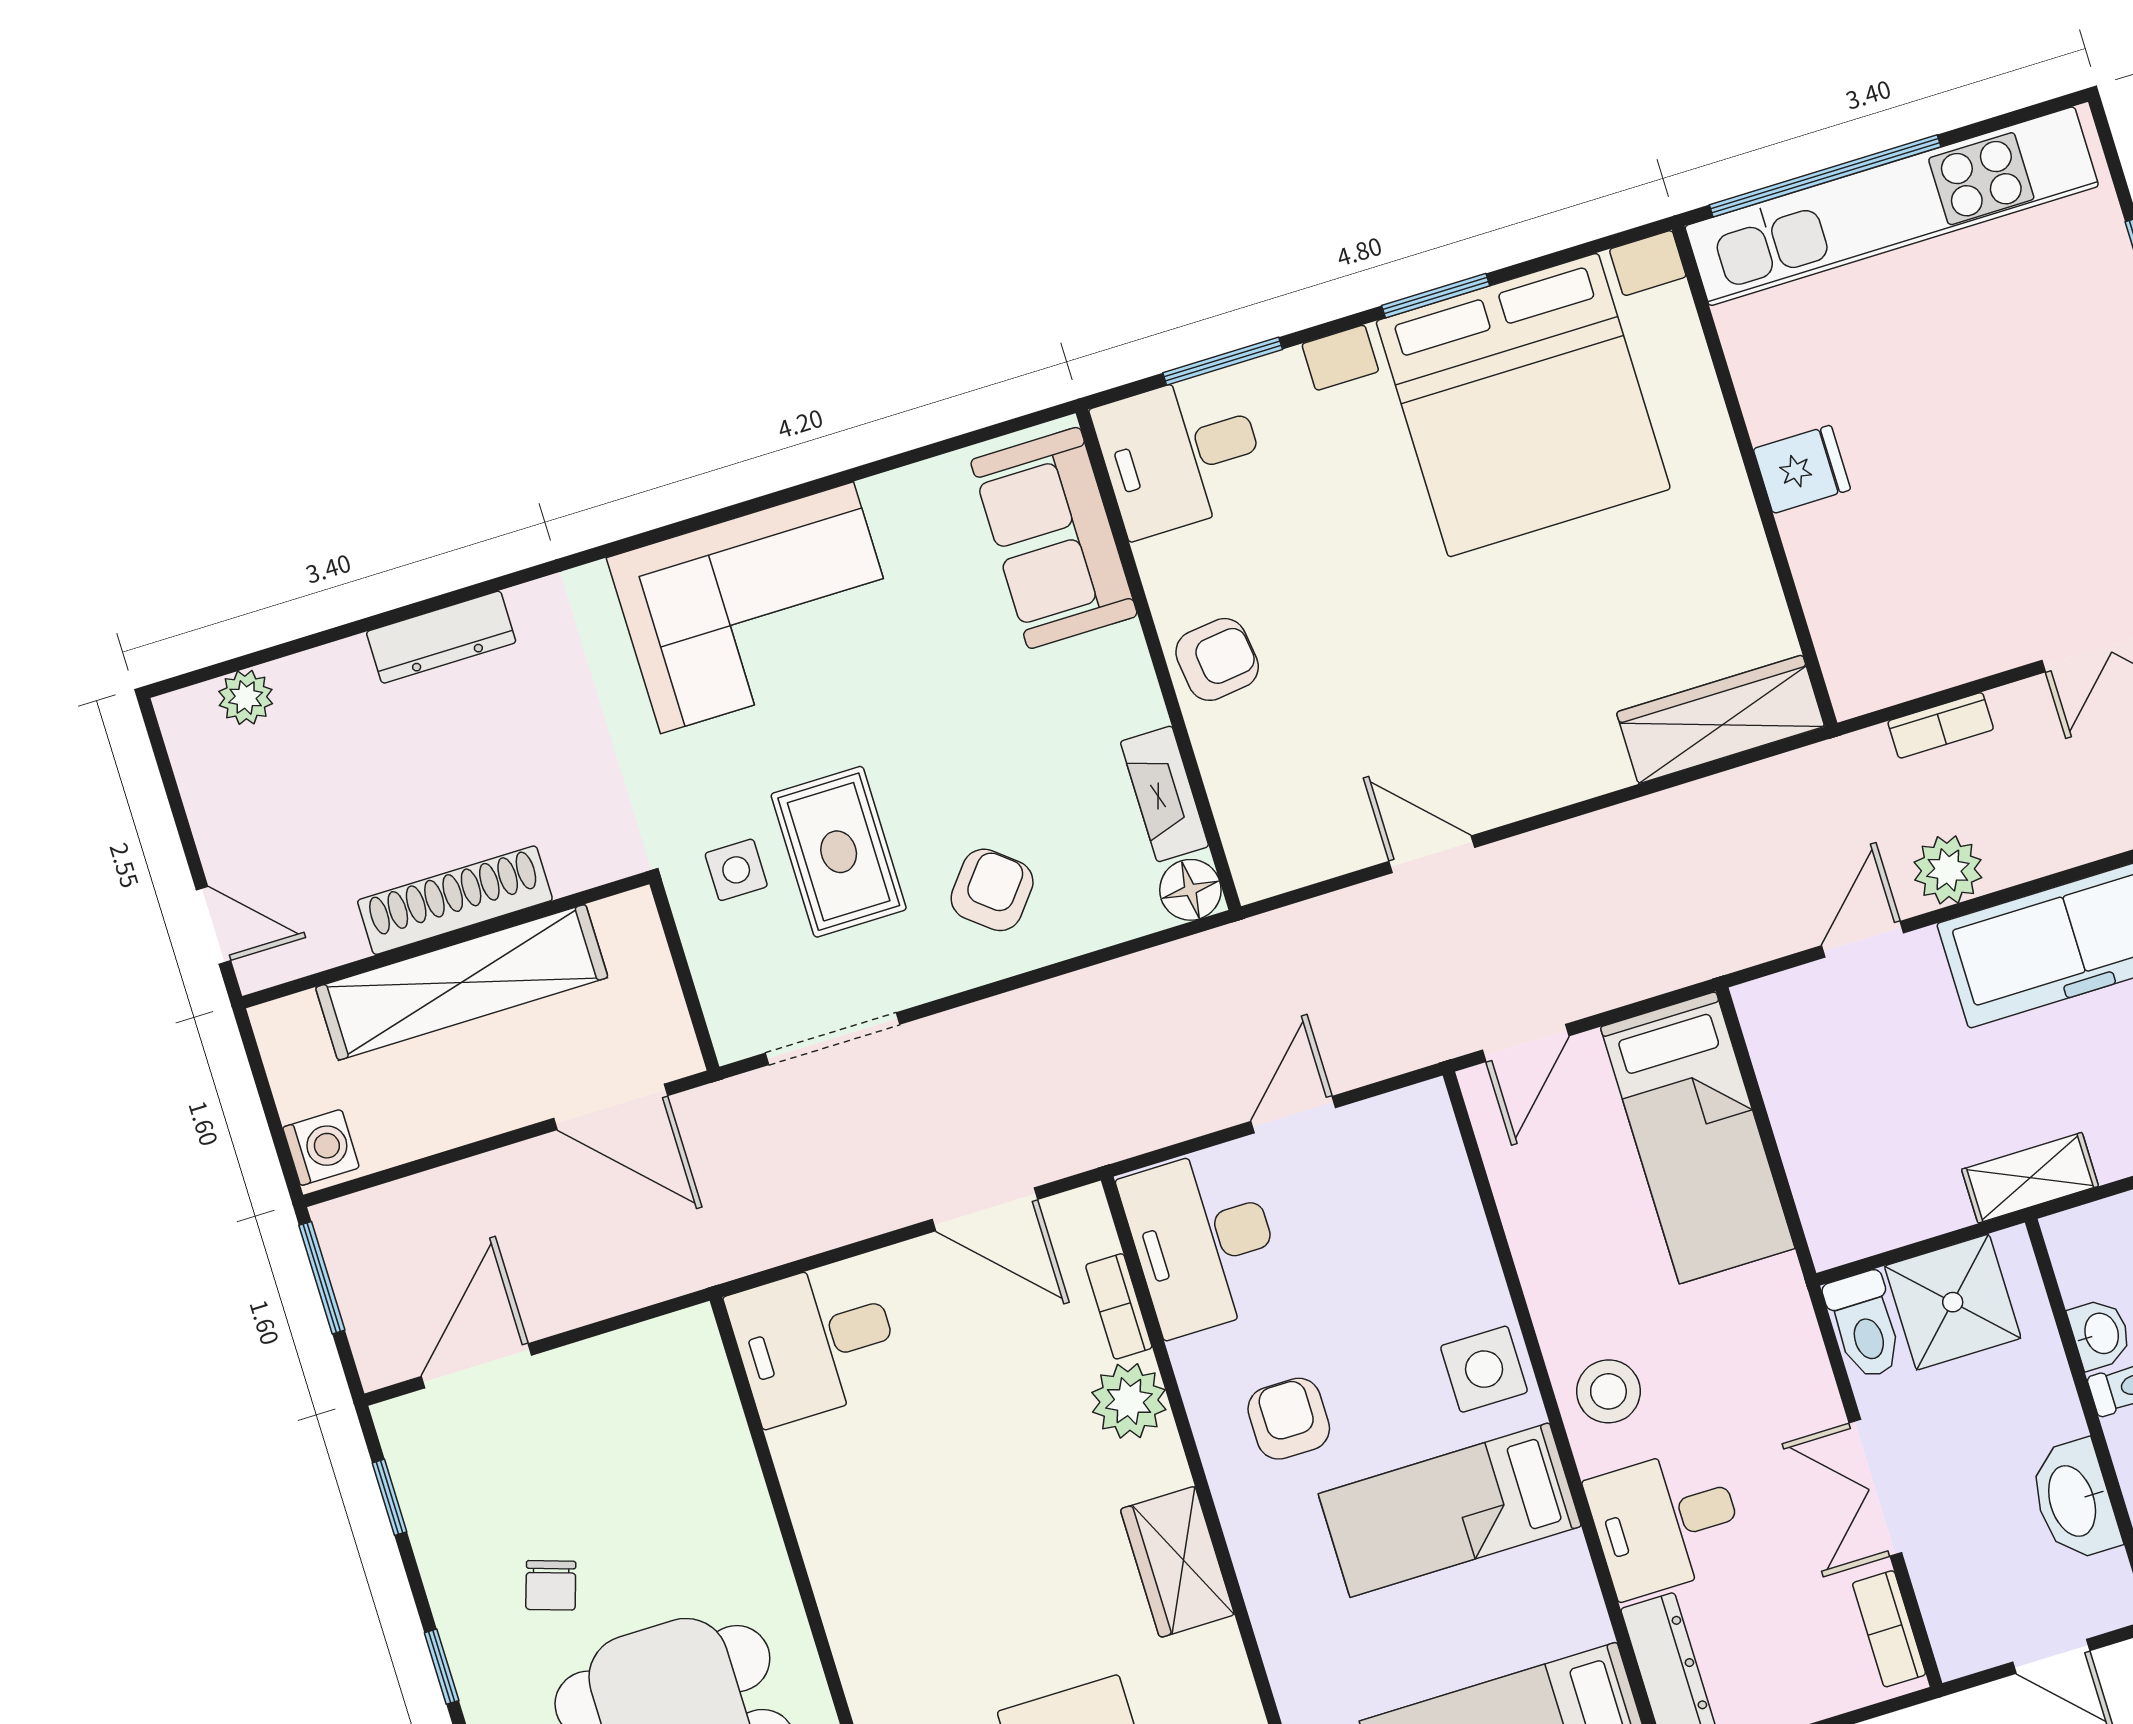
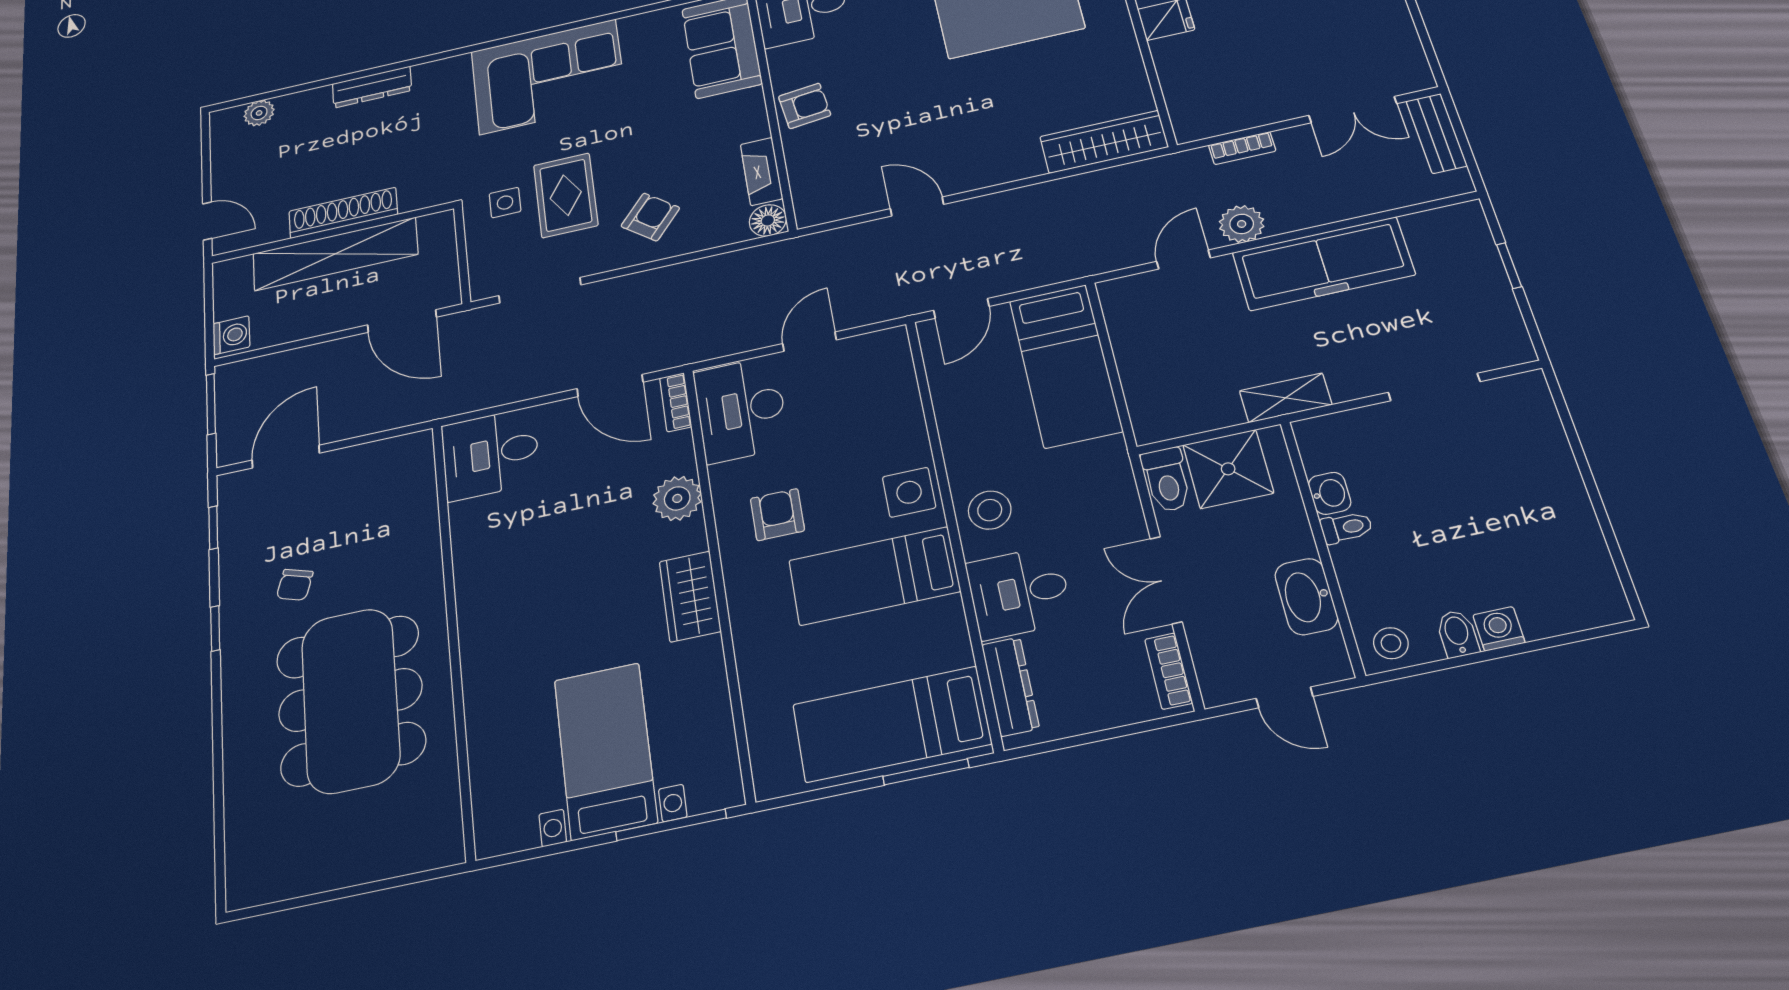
bookcase: (1119, 1306) -> (676, 402), moved

